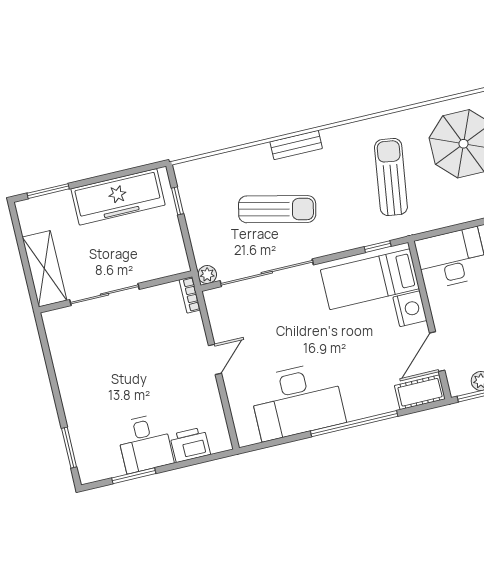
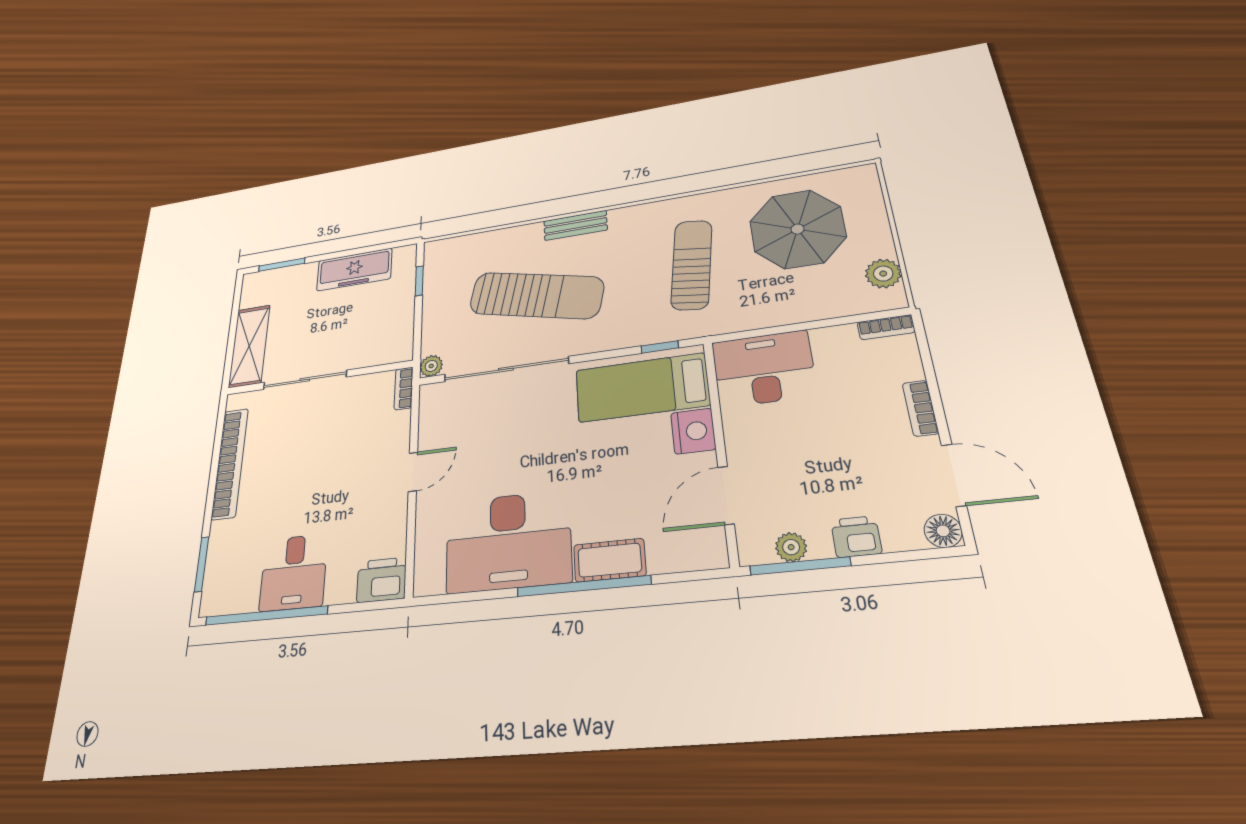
freezer: (118, 197) -> (354, 270), width x0.73, depth x0.79
sun lounger: (277, 209) -> (536, 295), width x1.36, depth x1.34
bookcase: (64, 369) -> (230, 463), added
cot: (420, 392) -> (610, 560), moved
printer: (190, 445) -> (382, 580), moved
window: (134, 476) -> (266, 616), width x2.11

